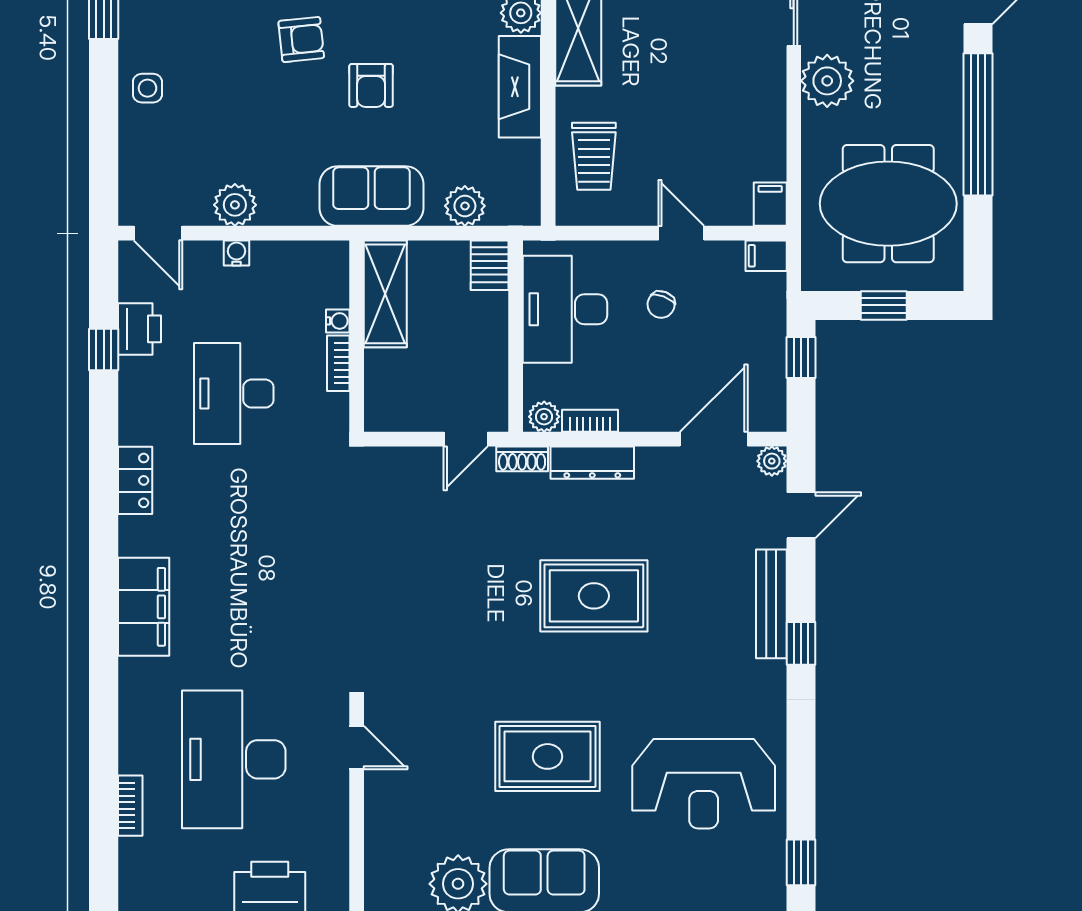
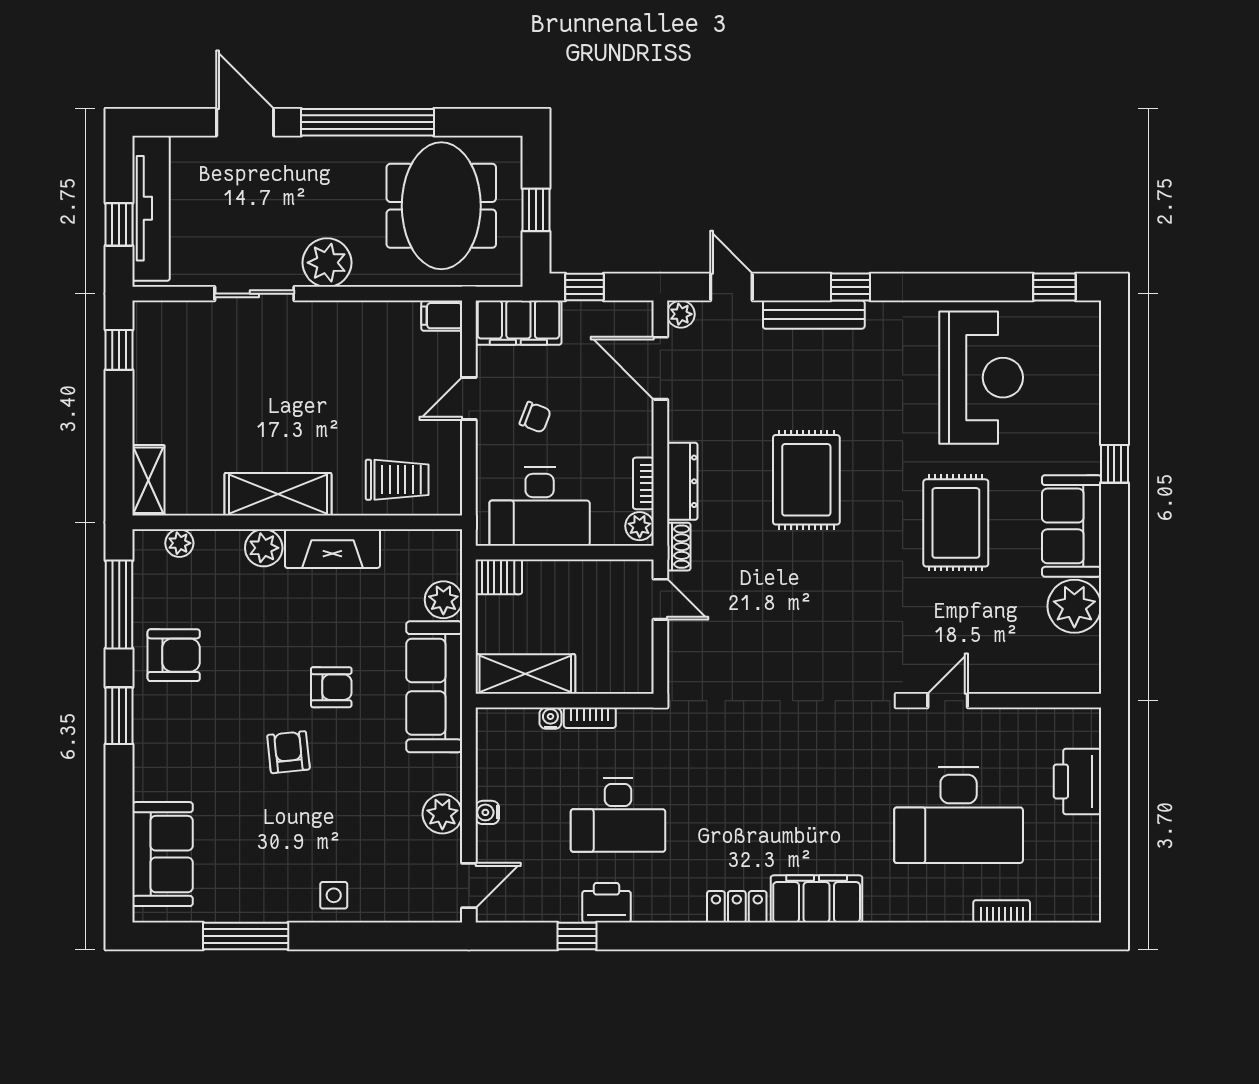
sofa: (372, 196) -> (434, 687), width x1.36
filing cabinet: (766, 256) -> (518, 323), width x3.00, depth x1.17
printer: (140, 329) -> (606, 903), moved
locker: (135, 480) -> (737, 907), moved

